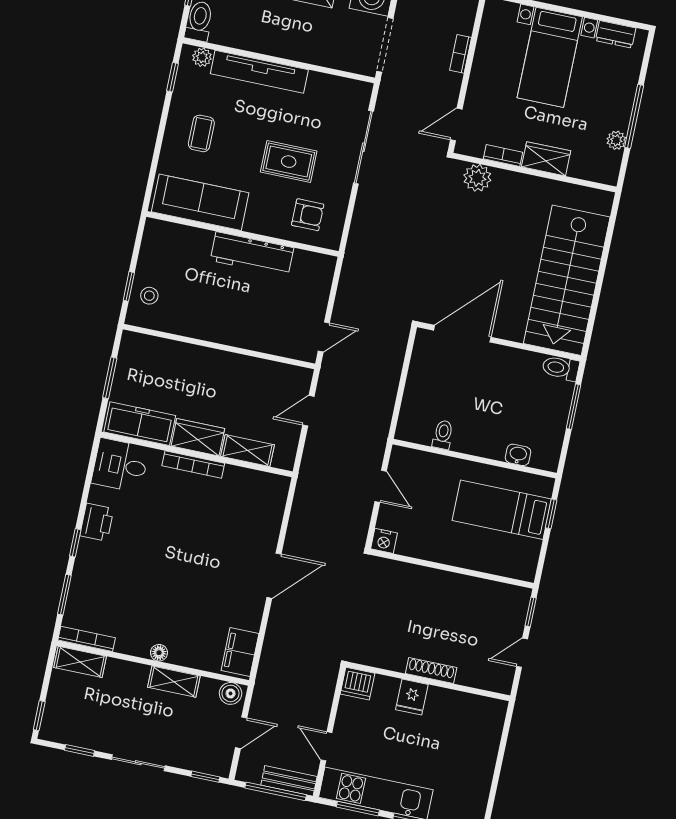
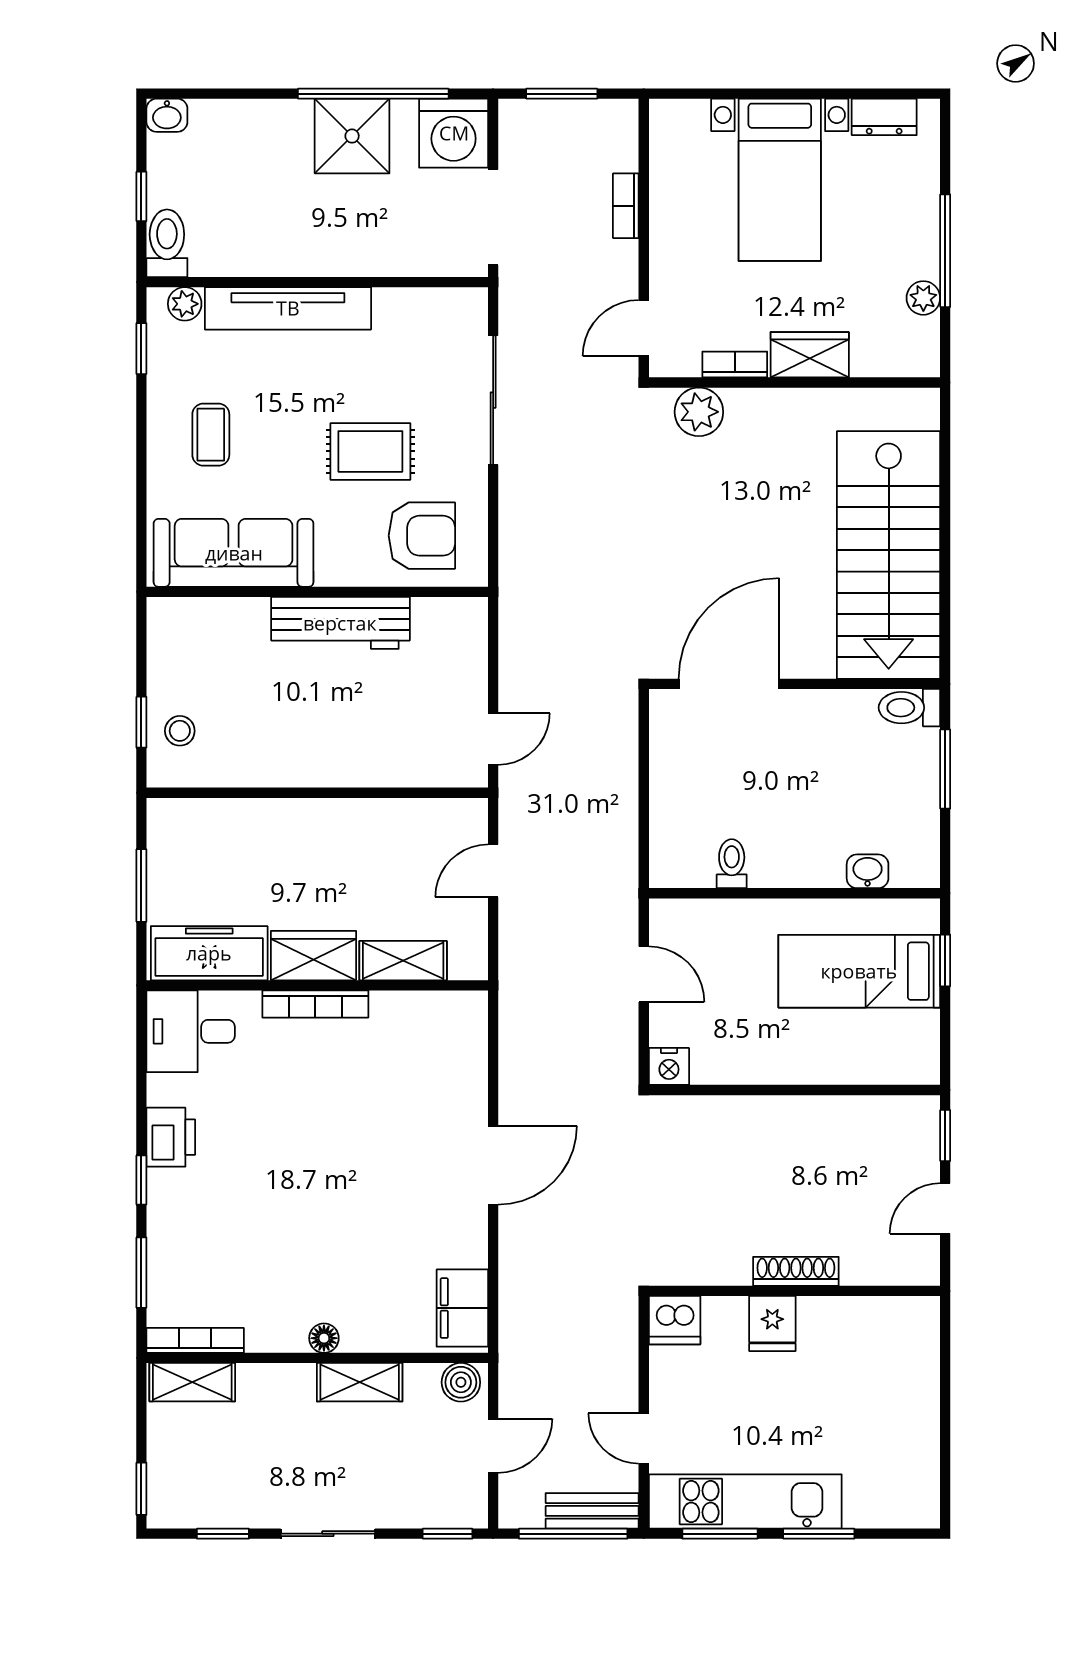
armchair: (308, 215) -> (422, 536), width x1.38, depth x1.38

